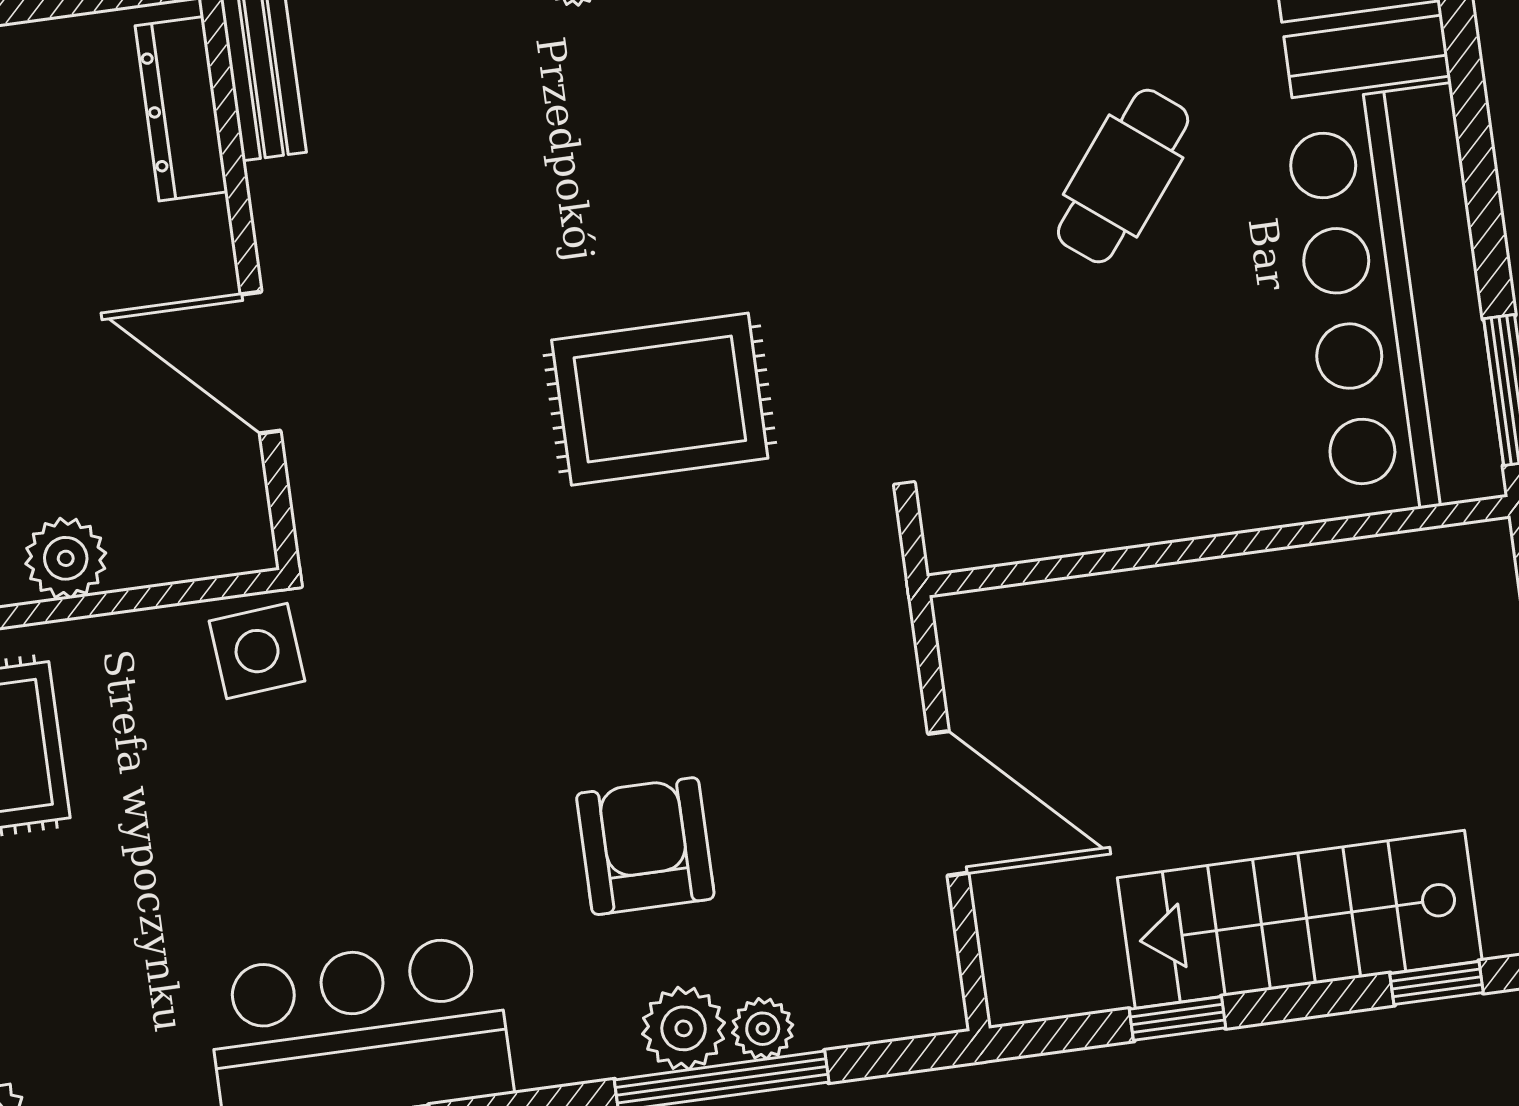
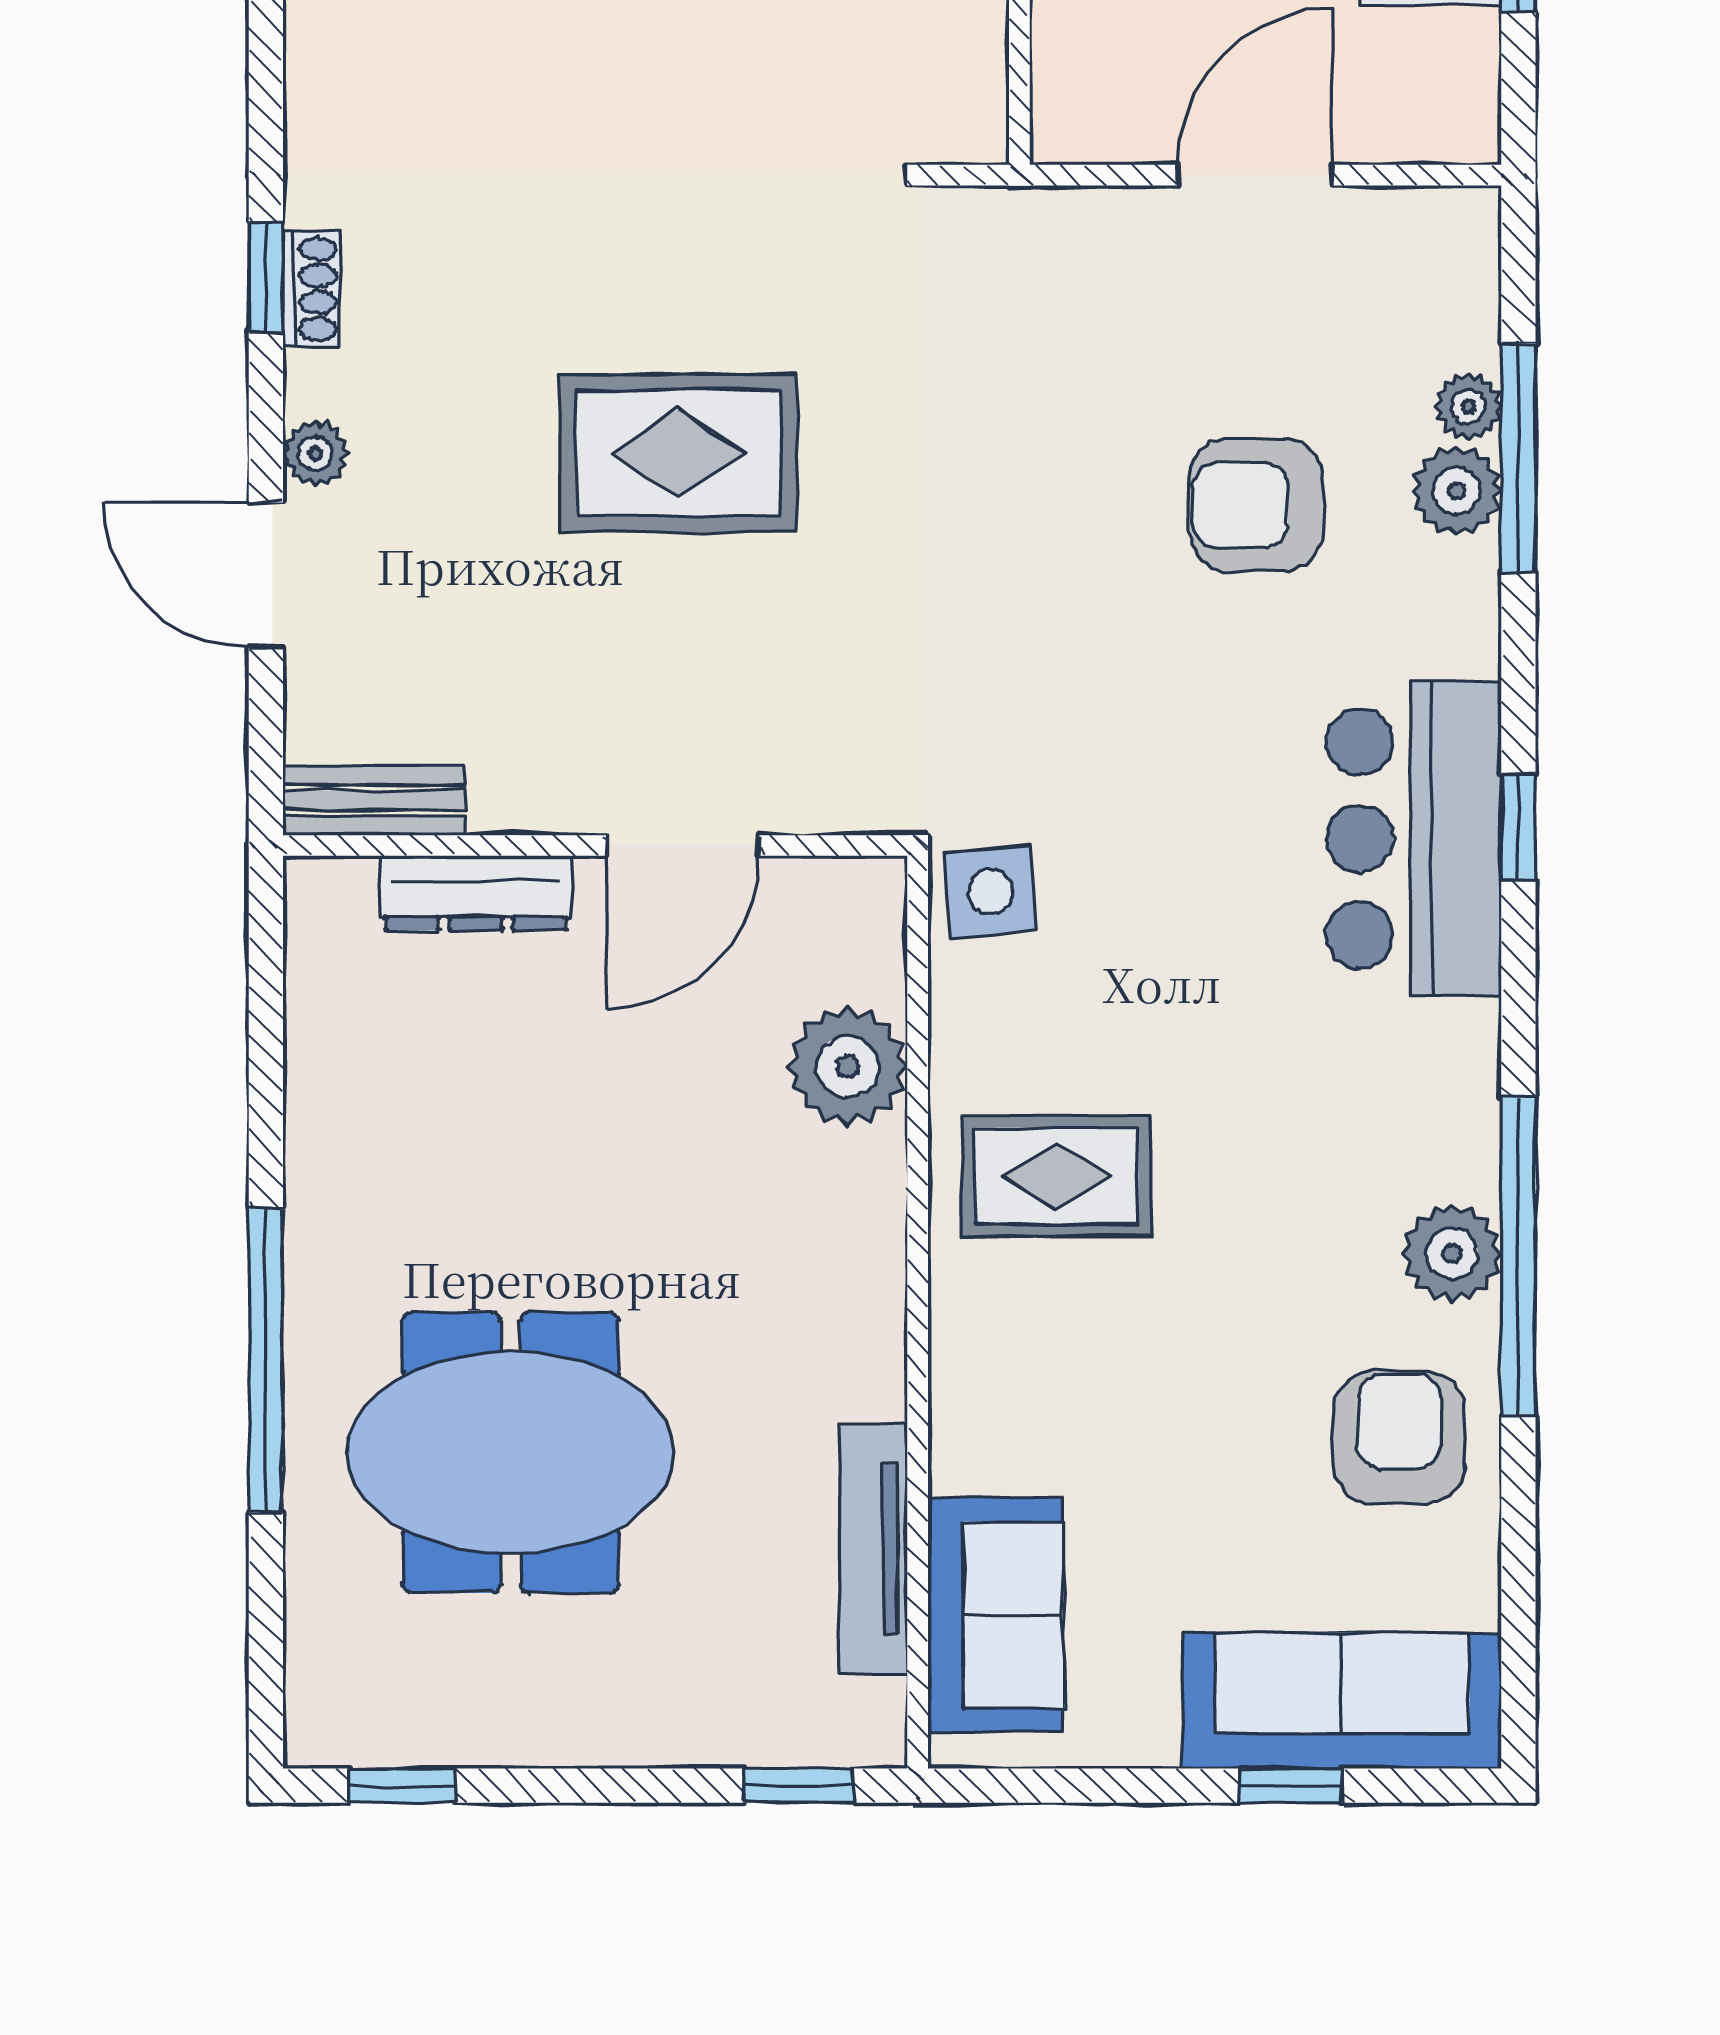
dresser: (181, 109) -> (476, 893), moved
rug: (660, 399) -> (678, 453), moved, turned 90
plant: (66, 558) -> (848, 1066), width x1.36, depth x1.36

